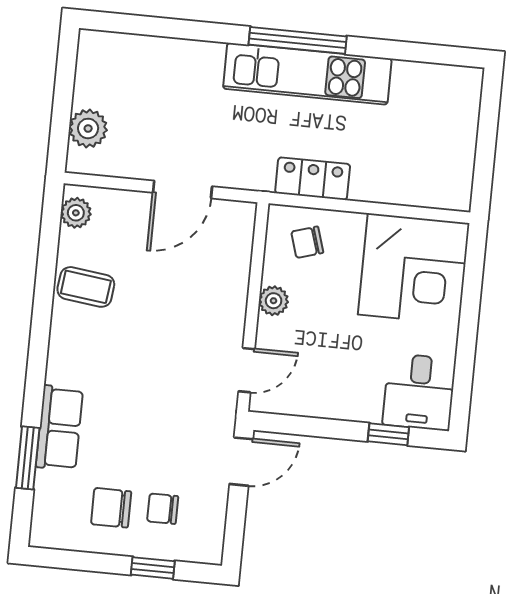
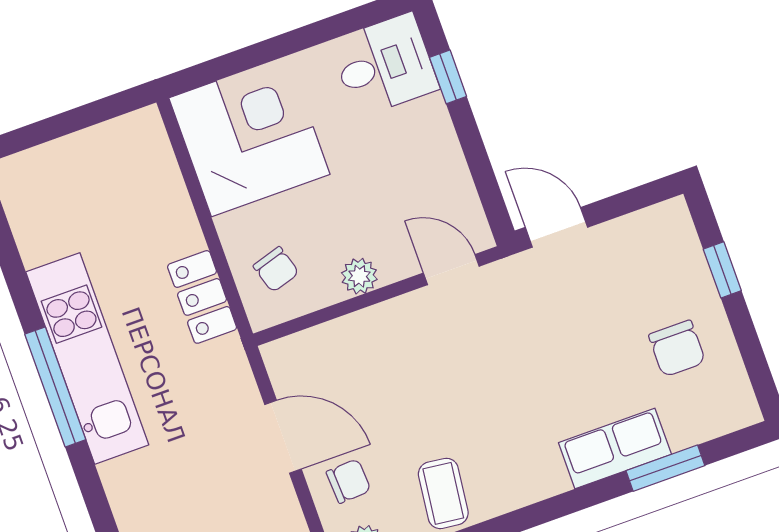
chair: (163, 509) -> (348, 481), moved, turned -93

